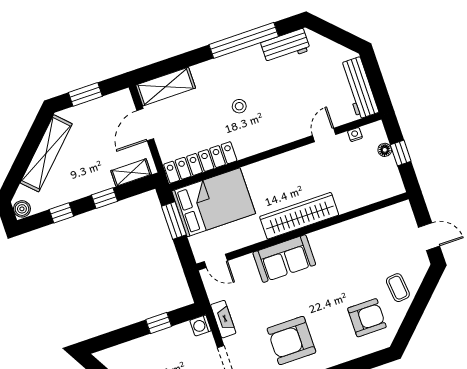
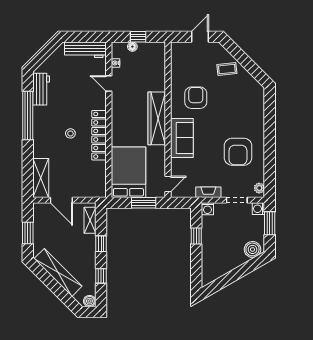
locker: (200, 162) -> (99, 135), moved
window: (174, 221) -> (144, 203), moved
armchair: (367, 318) -> (196, 98), moved

